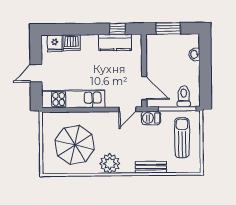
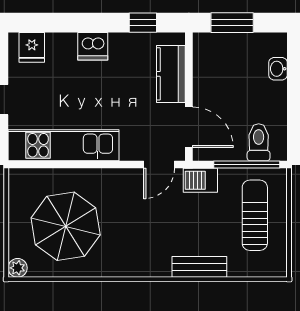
dishwasher: (71, 43) -> (93, 46), moved
kitchen counter: (115, 43) -> (171, 74), moved, turned 90
plant: (110, 163) -> (18, 268), moved, width x0.53, depth x0.53

